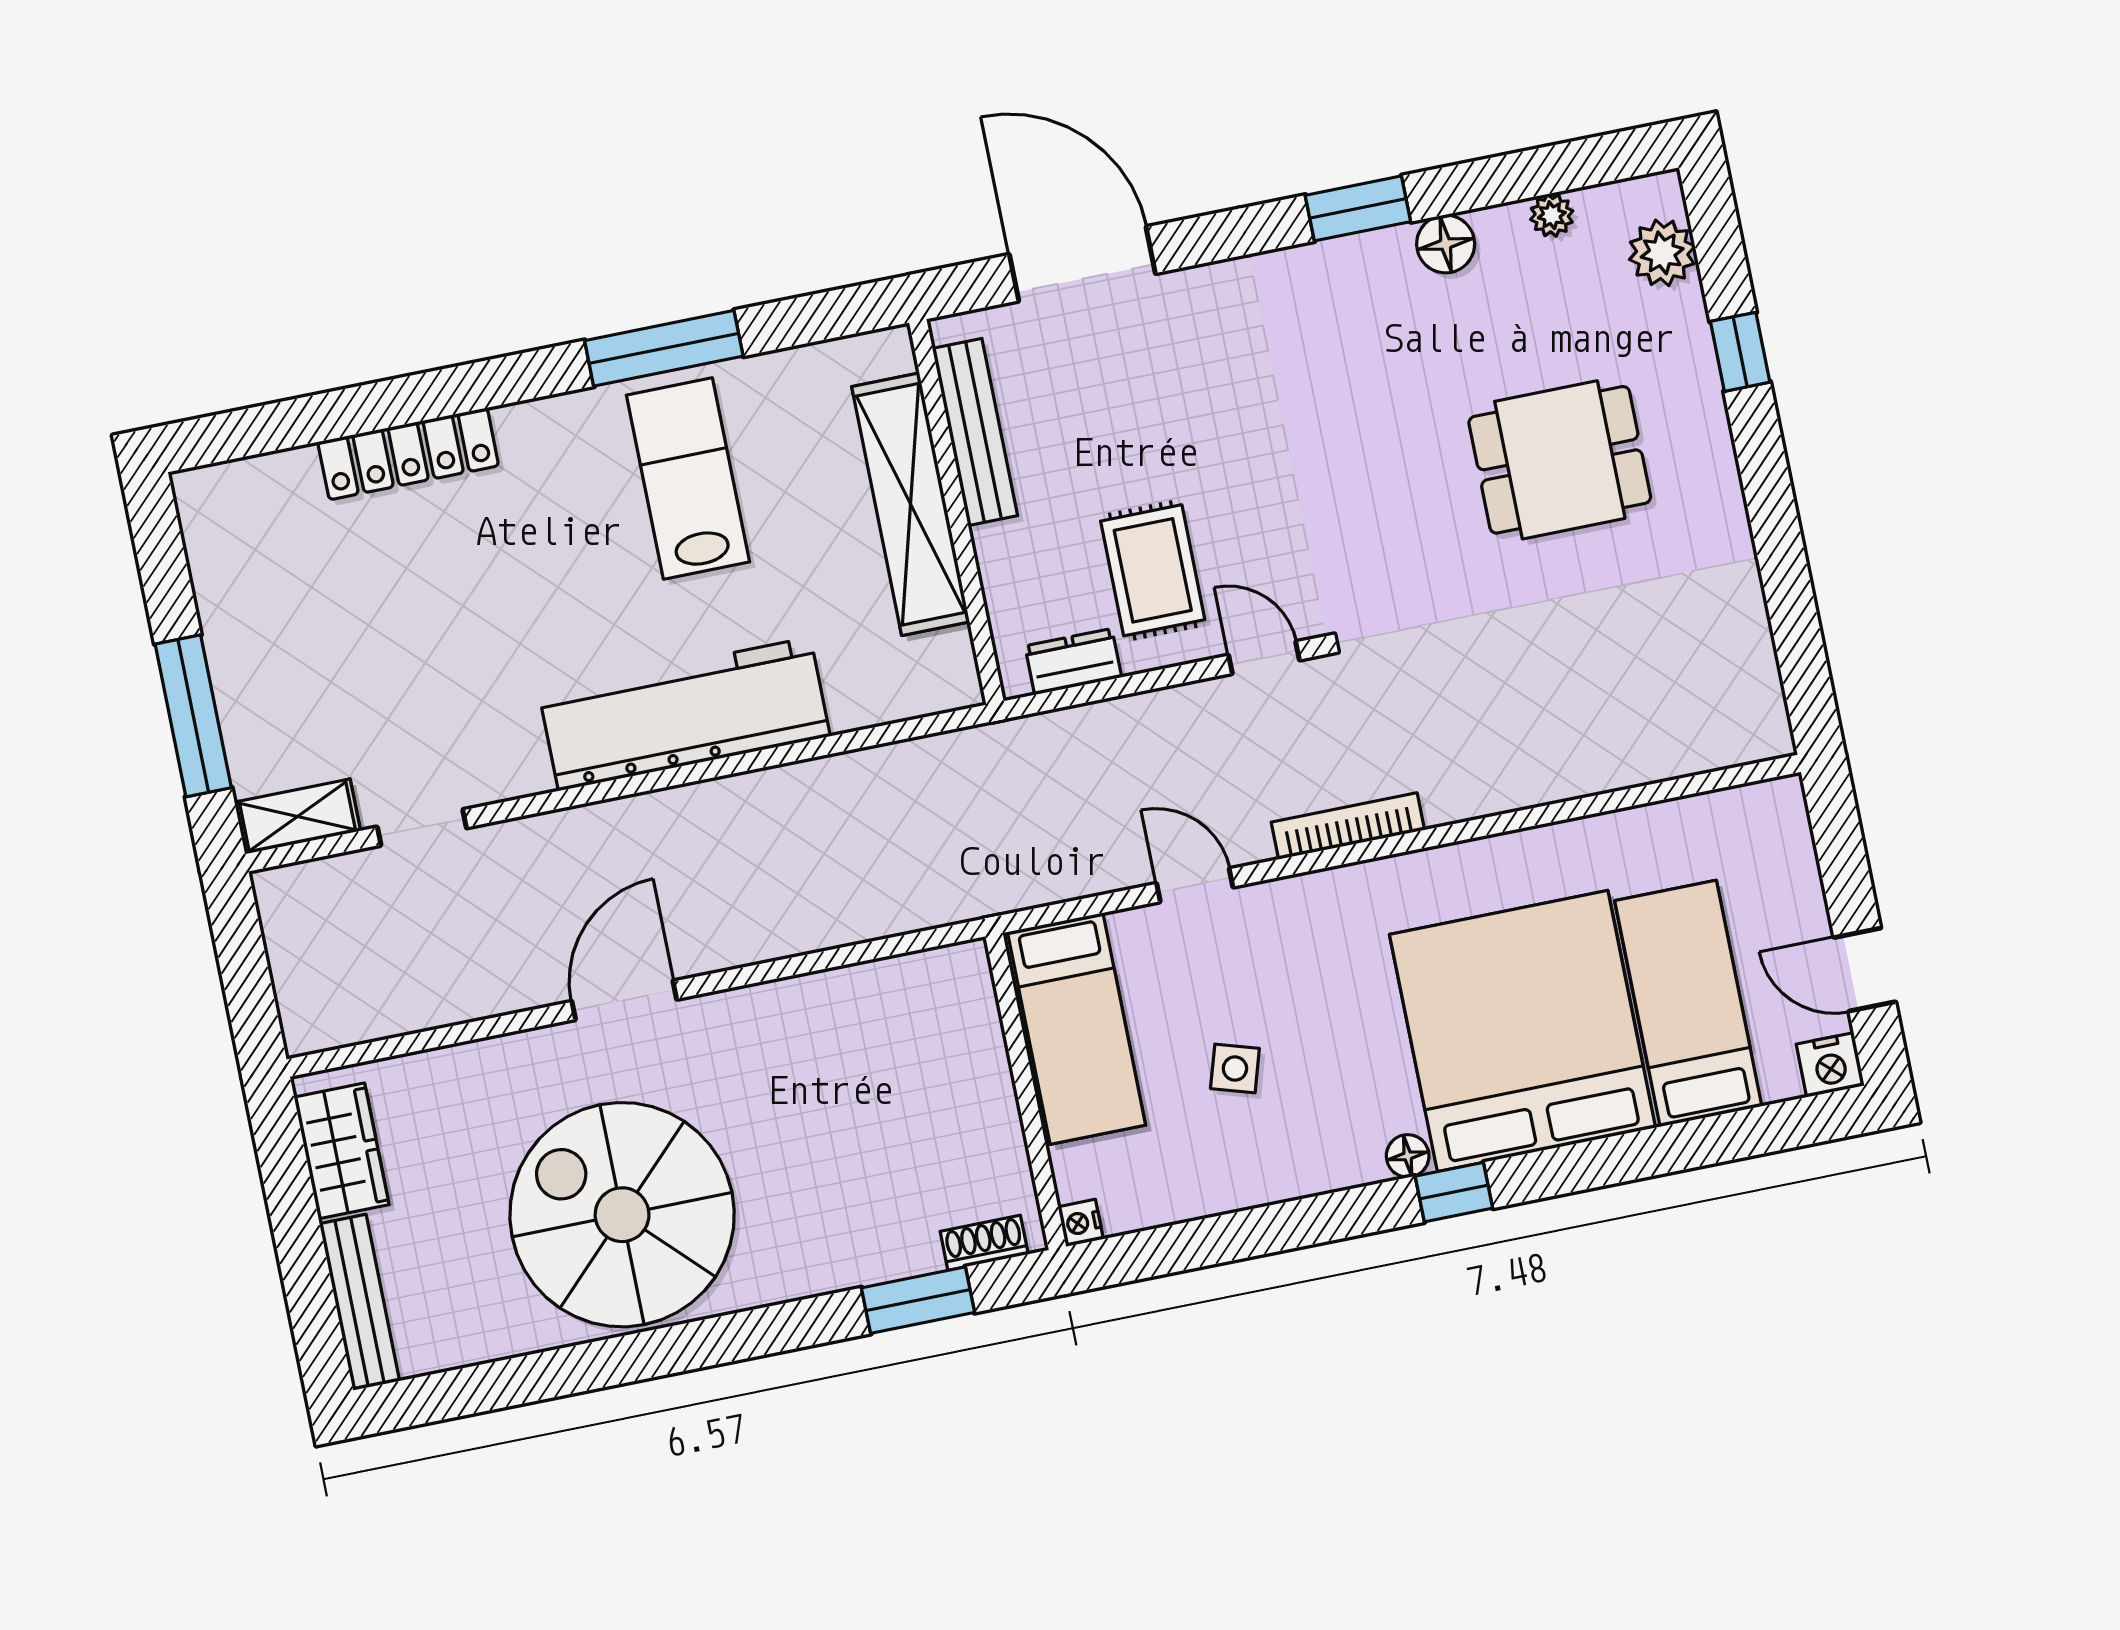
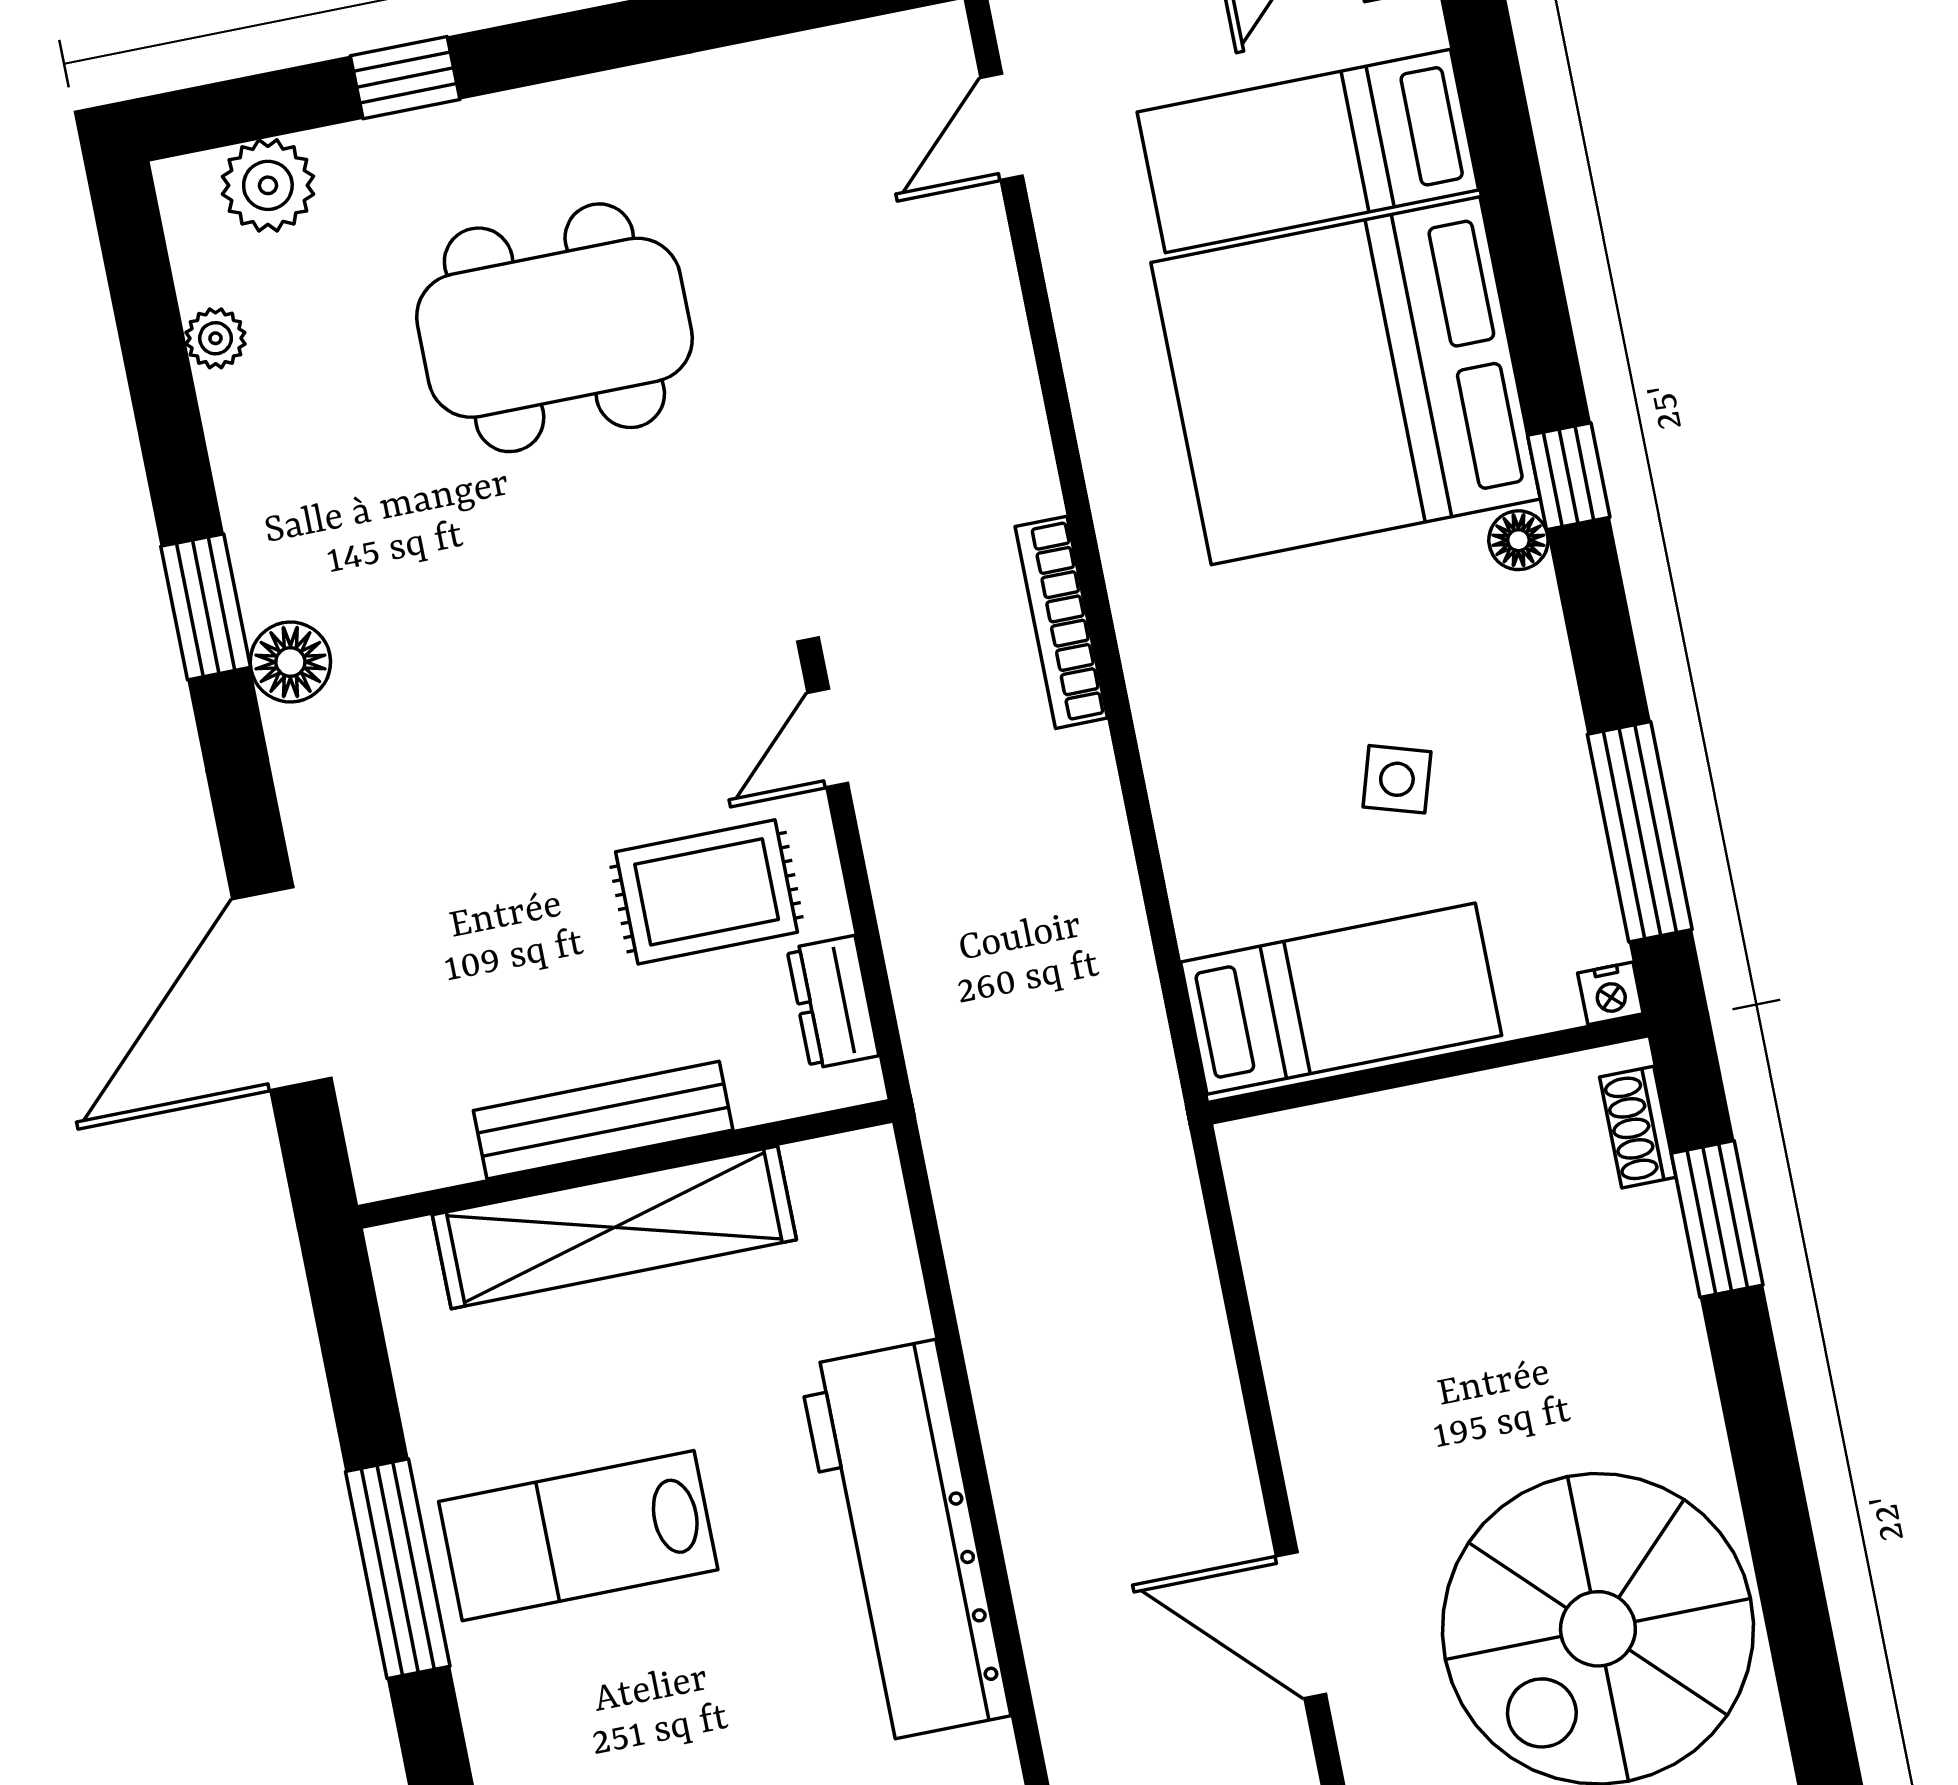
floor lamp: (1446, 244) -> (290, 662), moved
bench: (975, 432) -> (603, 1120), moved
dining table: (1560, 460) -> (554, 328), width x1.38
door: (1195, 885) -> (1002, 127), moved
window: (1197, 1244) -> (1640, 832), added

